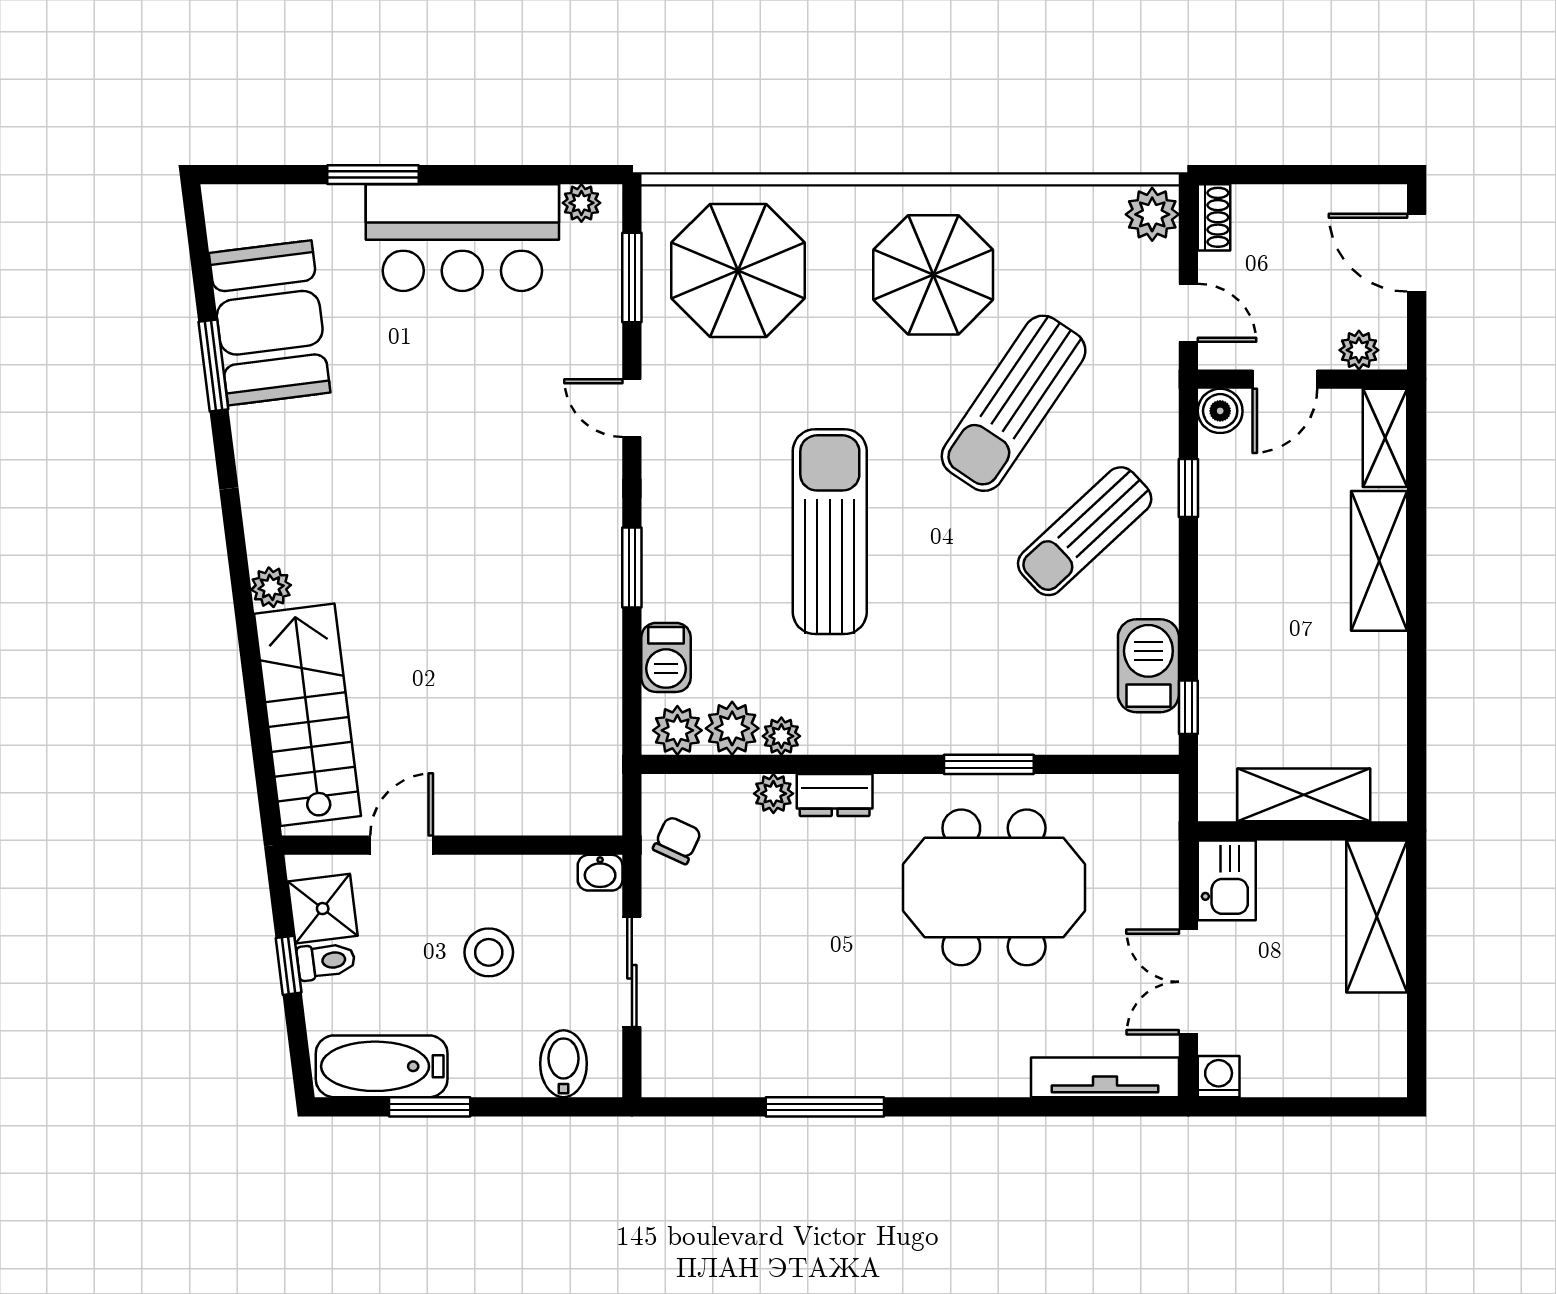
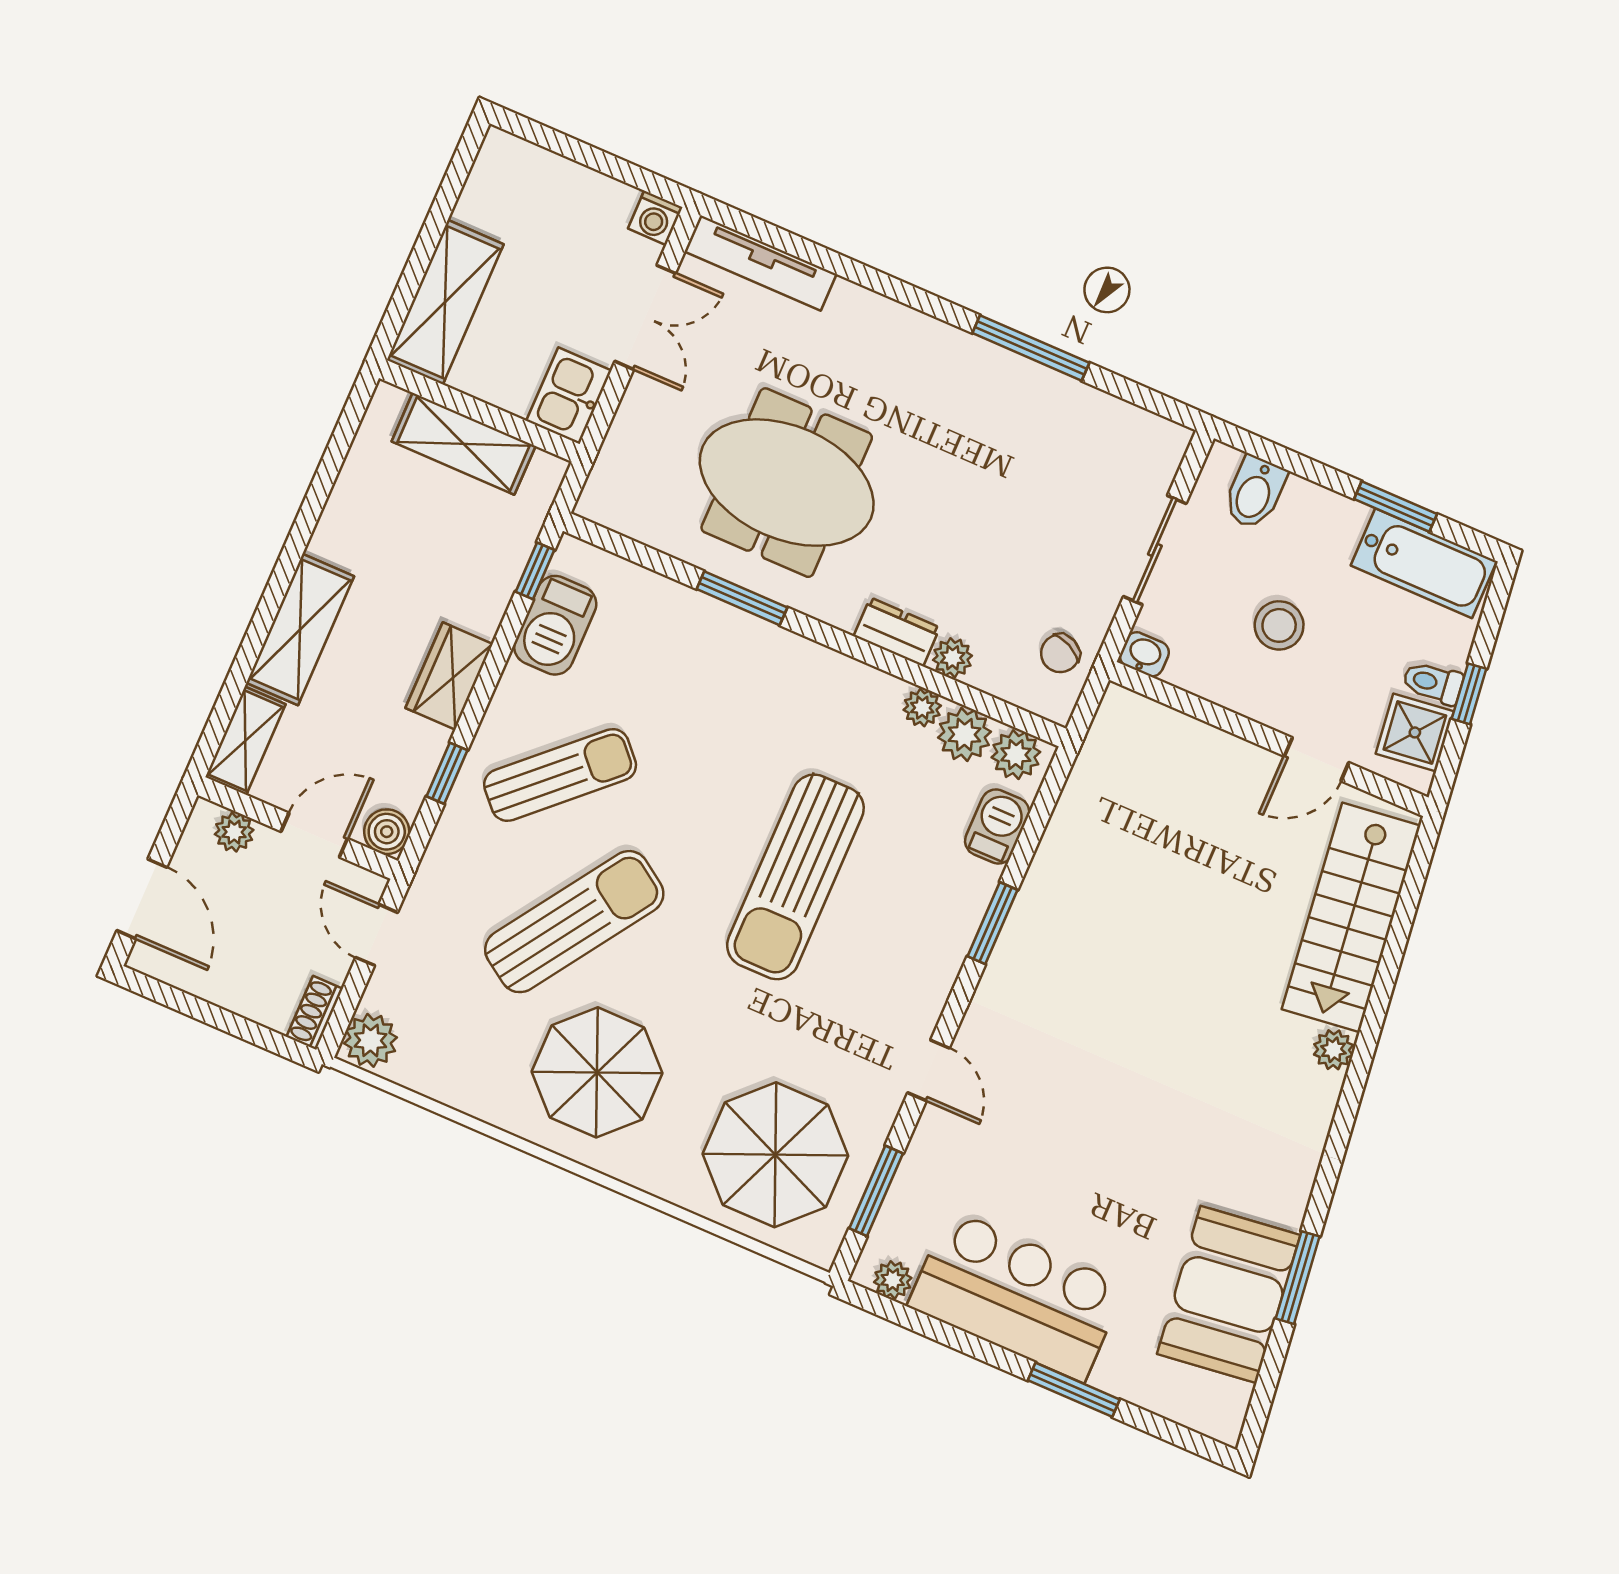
wardrobe: (1225, 577) -> (449, 676), added

